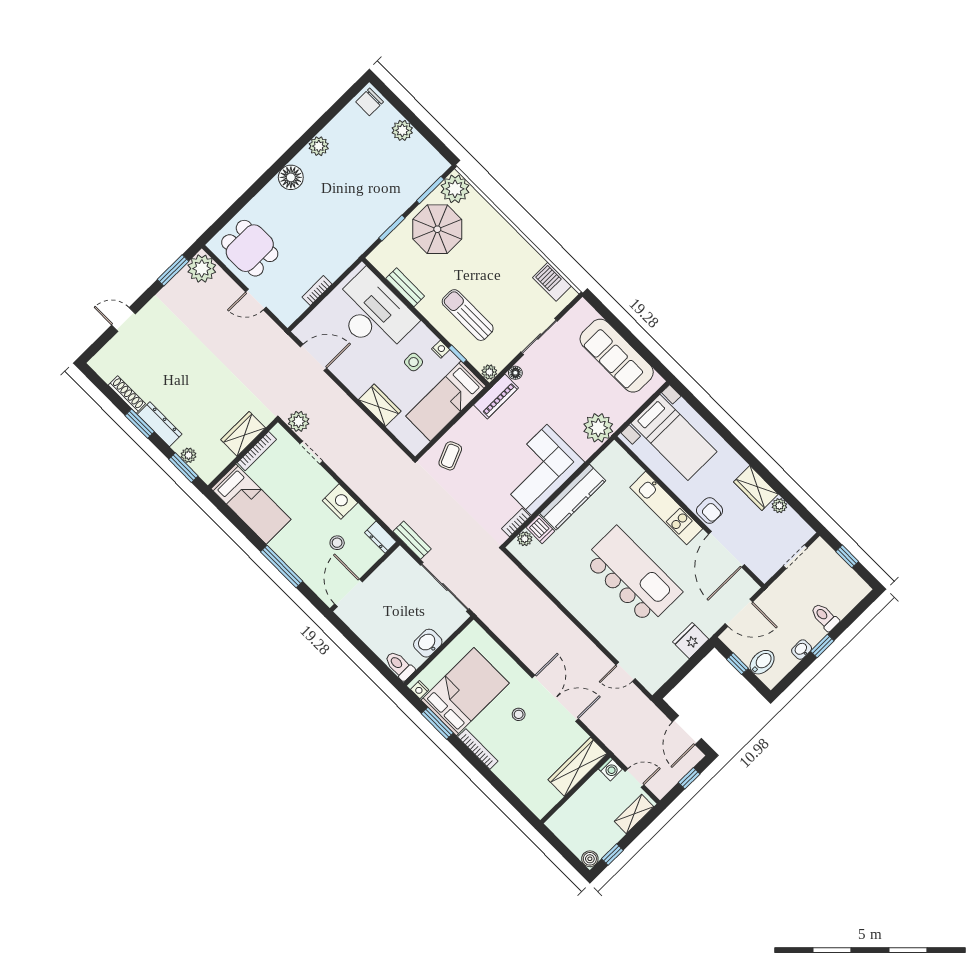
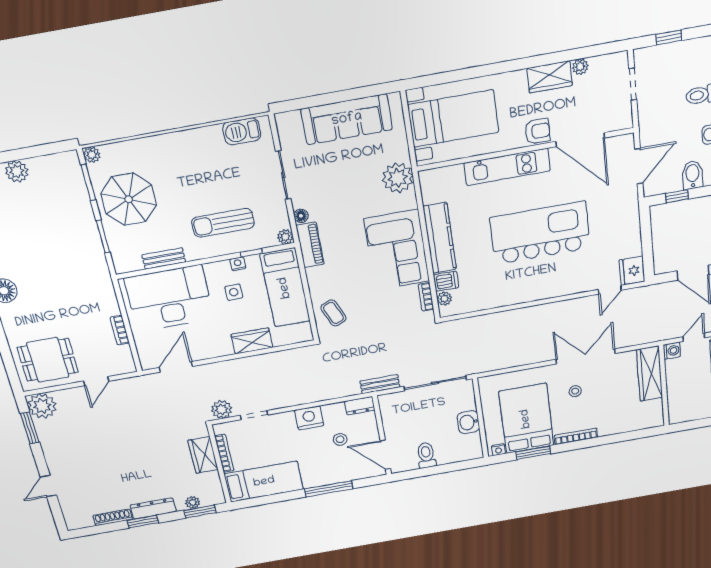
plant: (455, 189) -> (92, 155), width x0.53, depth x0.53
fridge: (691, 641) -> (632, 271), moved
toilet: (399, 666) -> (426, 455), moved, turned 90

